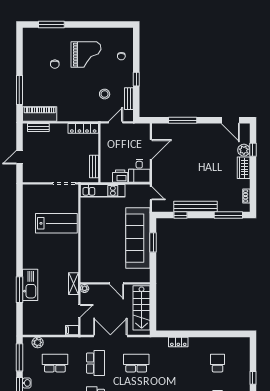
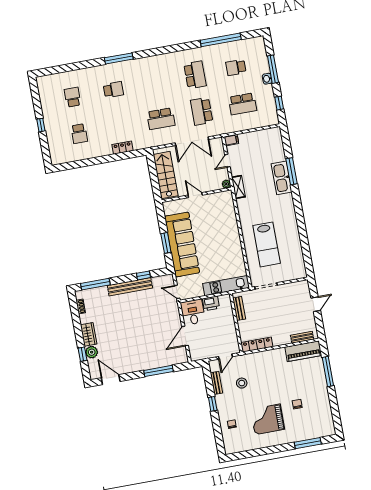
lab bench: (56, 223) -> (267, 244), turned -90
plant: (38, 342) -> (264, 121), removed
window: (19, 357) -> (279, 103), width x0.46

